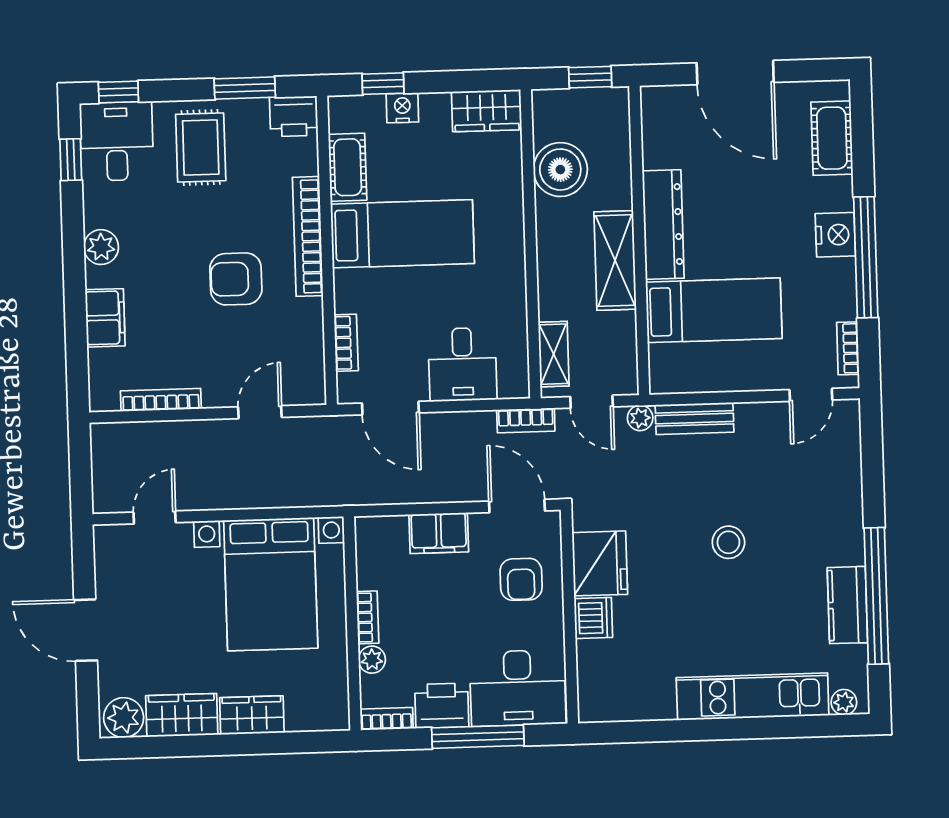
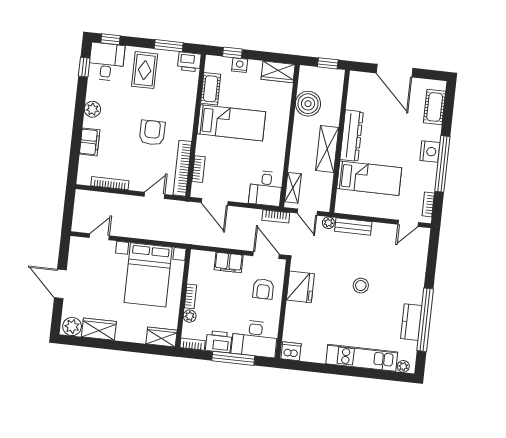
bookcase: (308, 236) -> (182, 168), moved
armchair: (236, 279) -> (152, 133), turned 90
desk: (462, 364) -> (266, 188), moved
dishwasher: (593, 618) -> (291, 351), moved, turned -90
wardrobe: (252, 715) -> (161, 337), moved

